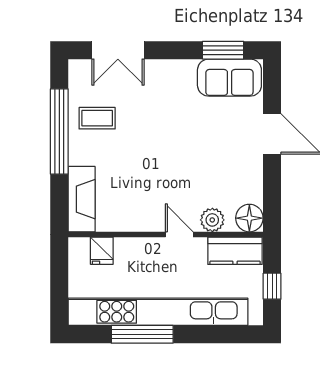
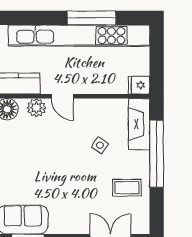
window: (59, 132) -> (157, 154), moved
side table: (131, 172) -> (100, 145), added
fridge: (102, 251) -> (139, 85), moved, turned -90

